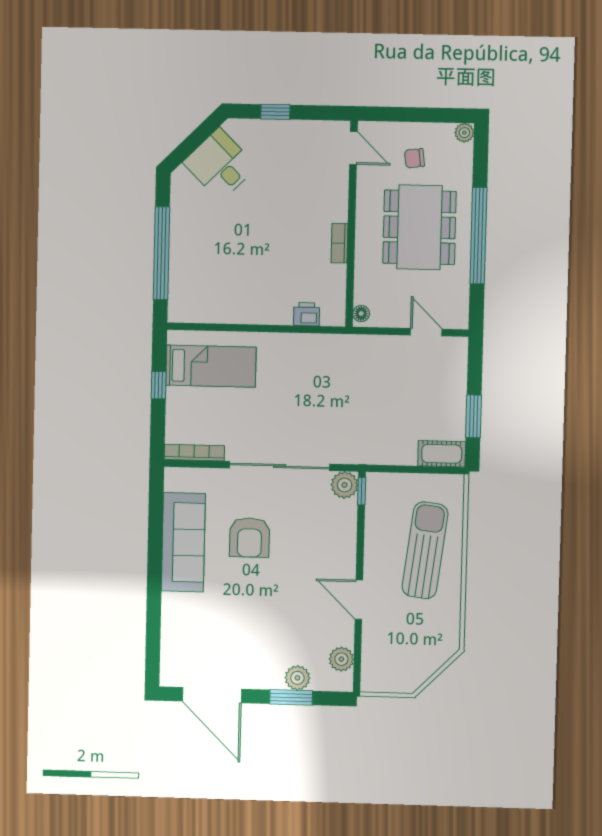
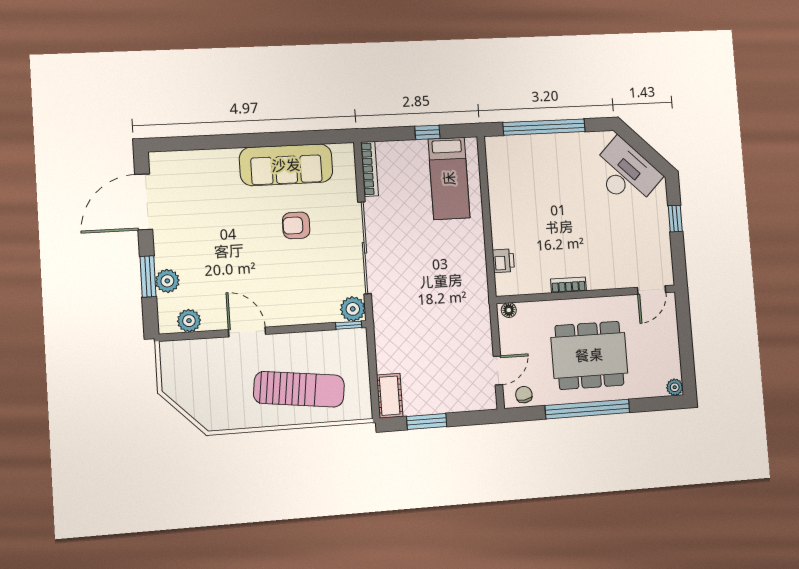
chair: (414, 158) -> (524, 395), moved
desk: (220, 165) -> (625, 173), width x1.37
armchair: (249, 537) -> (296, 225), width x0.72, depth x0.72
door: (359, 600) -> (247, 332), hinge flipped

